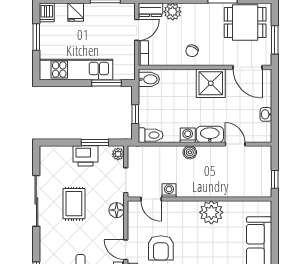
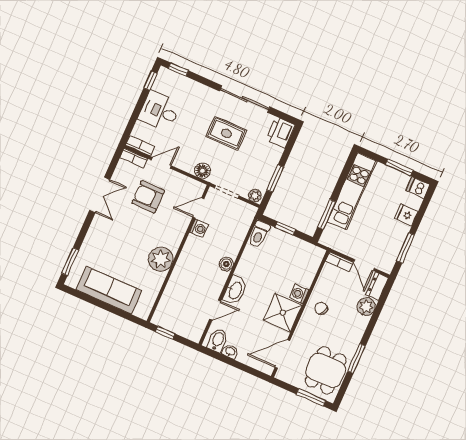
window: (275, 40) -> (311, 397), moved
bidet: (149, 79) -> (218, 340), moved, turned 180
washing machine: (188, 135) -> (299, 294), moved, turned 180
printer: (86, 156) -> (280, 132), moved

